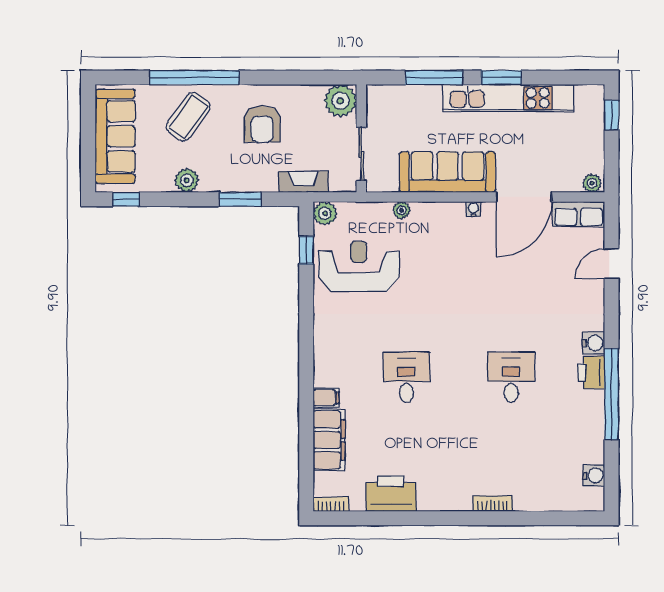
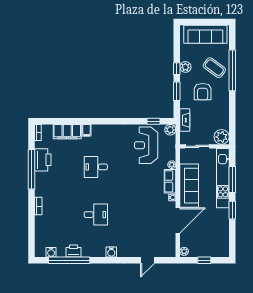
kitchen unit: (508, 98) -> (223, 178), moved
window: (611, 115) -> (204, 260), moved
armchair: (262, 124) -> (203, 92), moved, turned -90
door: (524, 197) -> (178, 220), swing flipped
window: (126, 199) -> (177, 69), moved
row of seats: (579, 214) -> (170, 181), moved
door: (611, 264) -> (147, 260), swing flipped
reception desk: (359, 267) -> (146, 145), turned 180
printer: (591, 372) -> (74, 251), moved
desk: (406, 377) -> (96, 167), turned 180
window: (611, 394) -> (69, 260), moved
window: (412, 518) -> (32, 169), added

